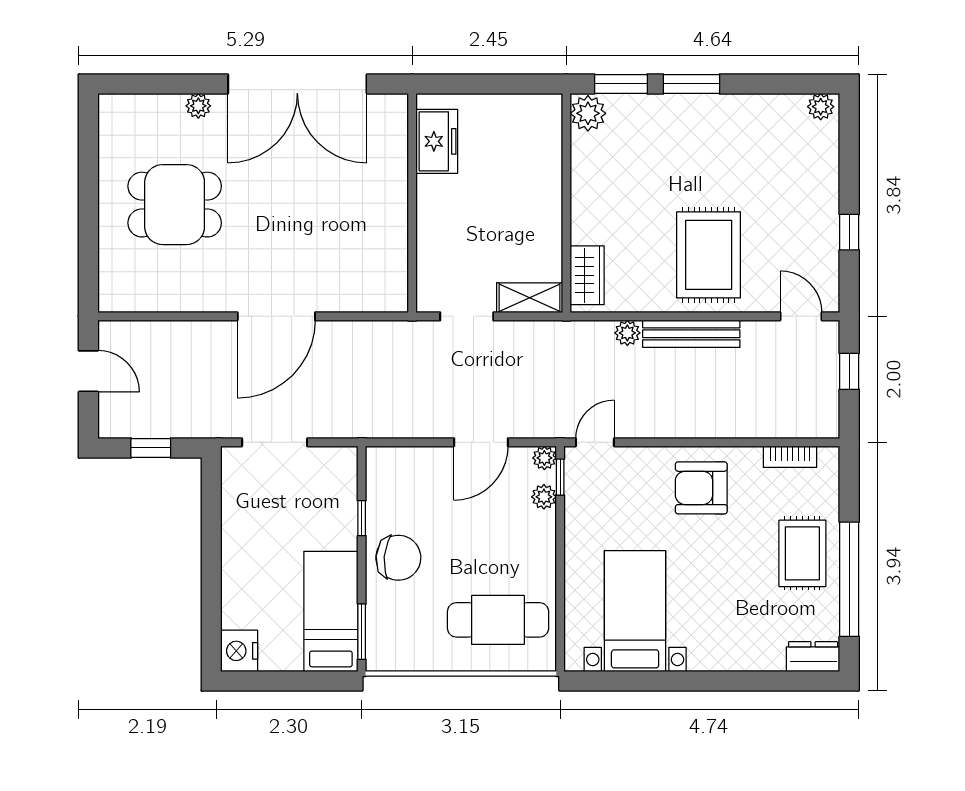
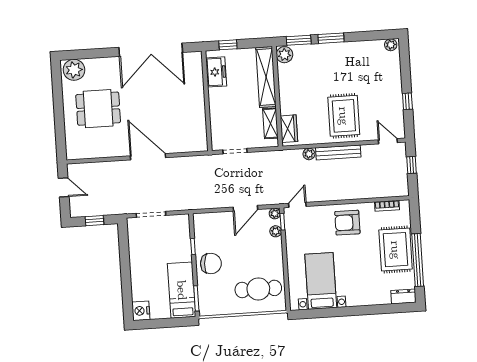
window: (466, 84) -> (228, 45), added
plant: (198, 106) -> (74, 70), moved, width x1.88, depth x1.88
shelving: (545, 159) -> (266, 77), added
shelving: (530, 298) -> (270, 123), moved, turned 90
door: (276, 316) -> (148, 157), swing flipped
rug: (802, 553) -> (396, 250), width x1.36, depth x1.43

